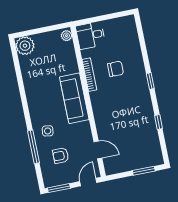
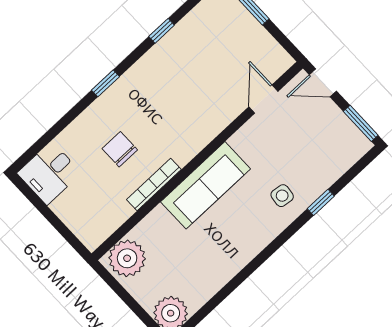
desk: (91, 35) -> (49, 173), moved, turned 90
plant: (67, 36) -> (127, 258), width x1.87, depth x1.87
window: (33, 147) -> (321, 202), width x0.46
armchair: (61, 156) -> (308, 152), removed

